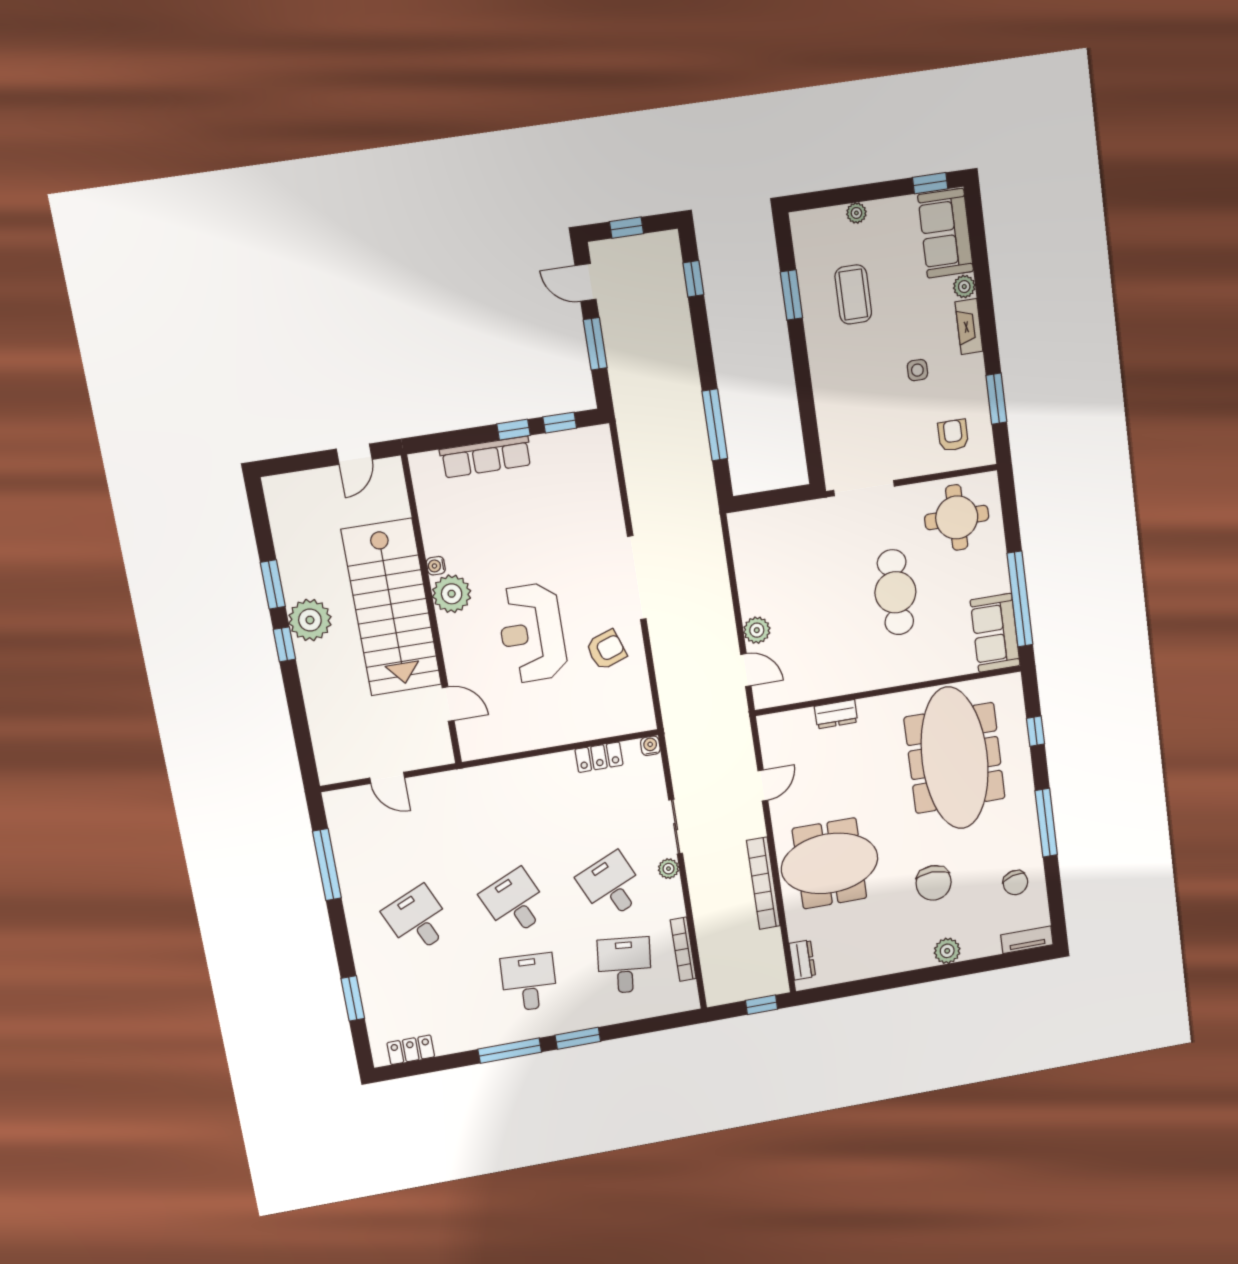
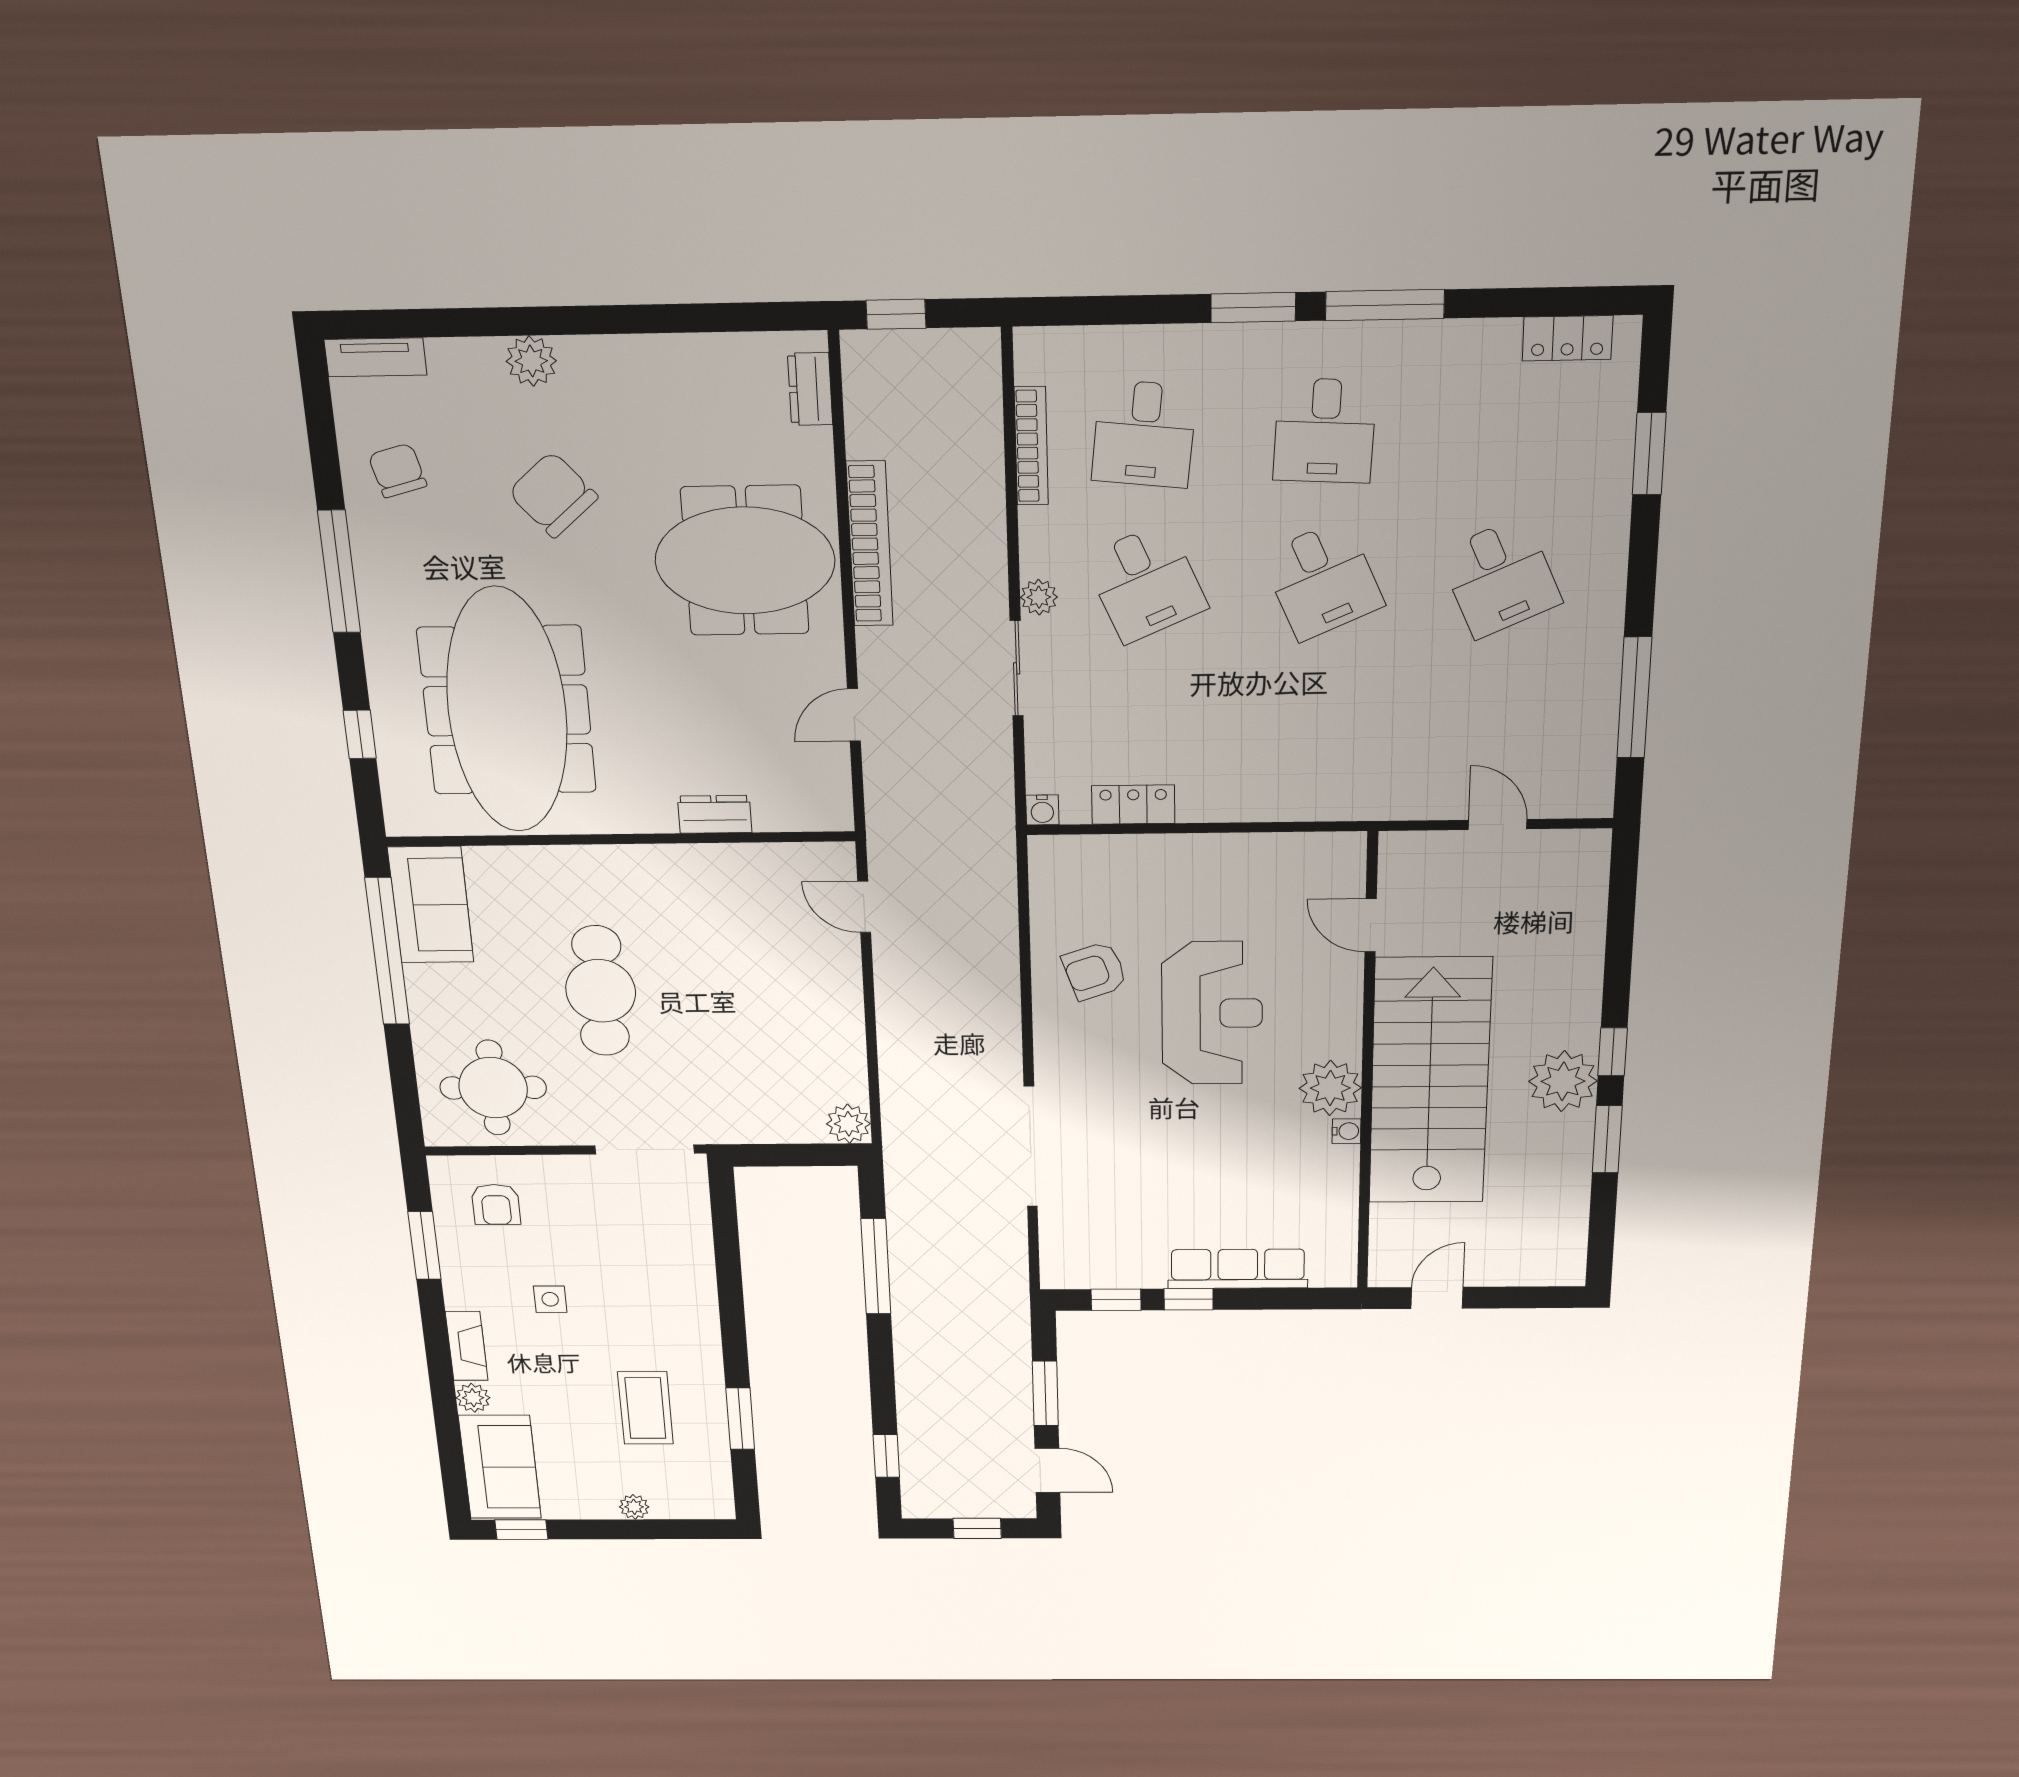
doorway: (637, 578) -> (1031, 1147), moved
plant: (757, 630) -> (848, 1124), moved
chair: (934, 883) -> (553, 495), turned -41

